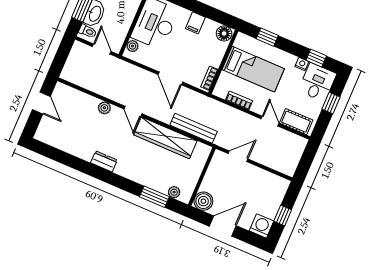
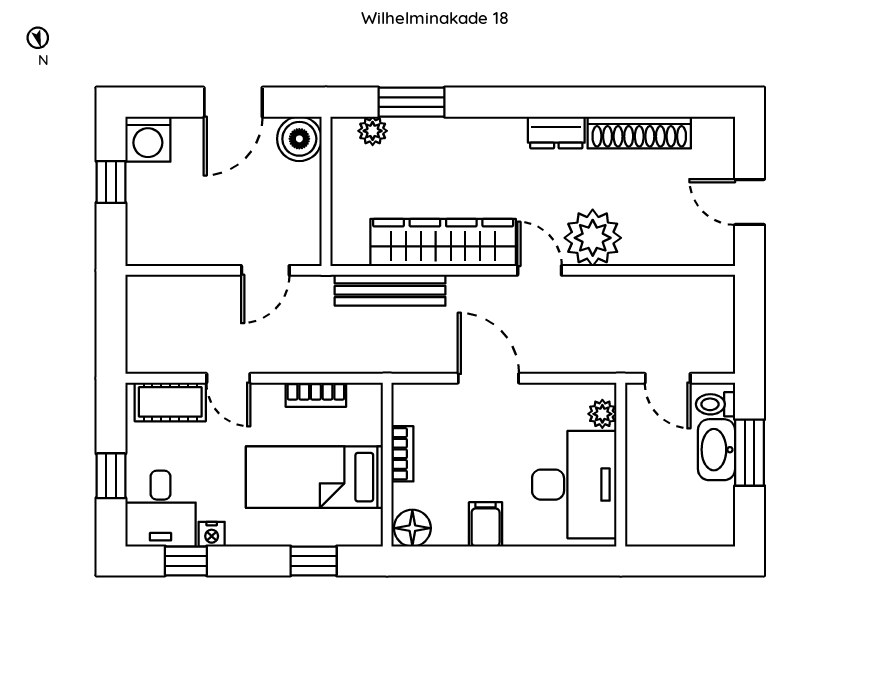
bookcase: (209, 78) -> (402, 454), moved
plant: (104, 108) -> (593, 238), width x1.87, depth x1.87
shoe rack: (72, 148) -> (639, 132), added

